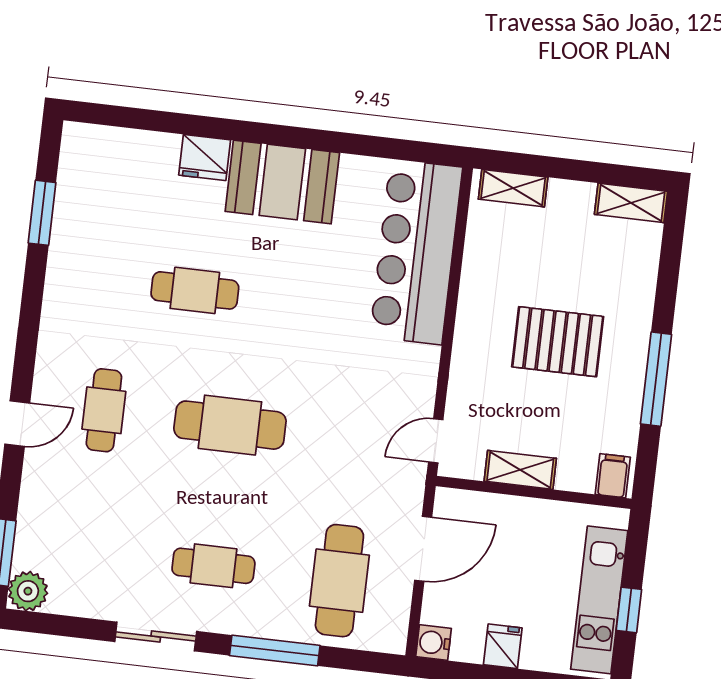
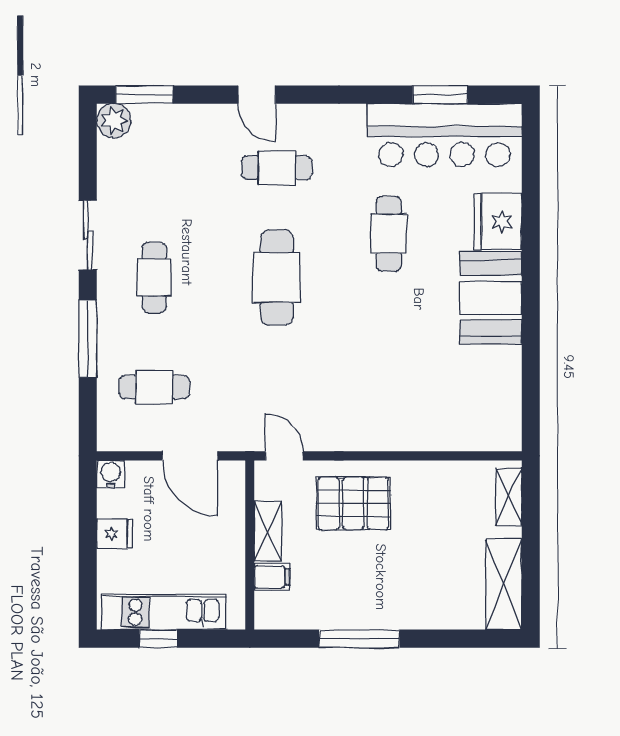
fridge: (205, 157) -> (498, 221), width x1.36, depth x1.34
shelving: (631, 203) -> (504, 584), width x1.50, depth x1.33
bar counter: (416, 252) -> (444, 135), moved, turned 180
pallet: (558, 342) -> (353, 503), moved, turned 90
filing cabinet: (613, 476) -> (272, 577), moved
cafe table: (339, 581) -> (154, 387), width x0.73, depth x0.74

